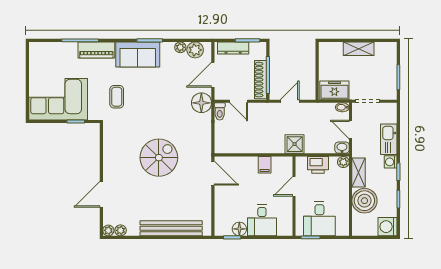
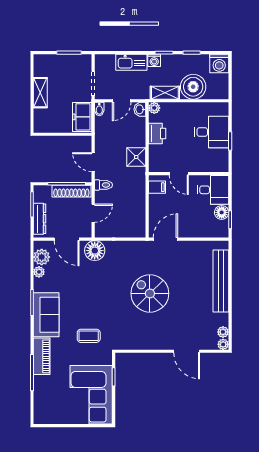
toilet: (220, 111) -> (103, 185), moved
door: (294, 186) -> (179, 174), moved
wall: (294, 196) -> (189, 174), moved

